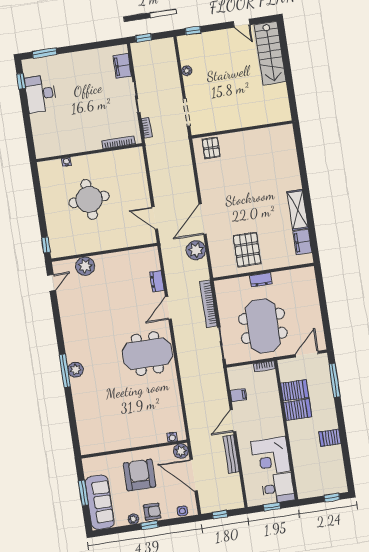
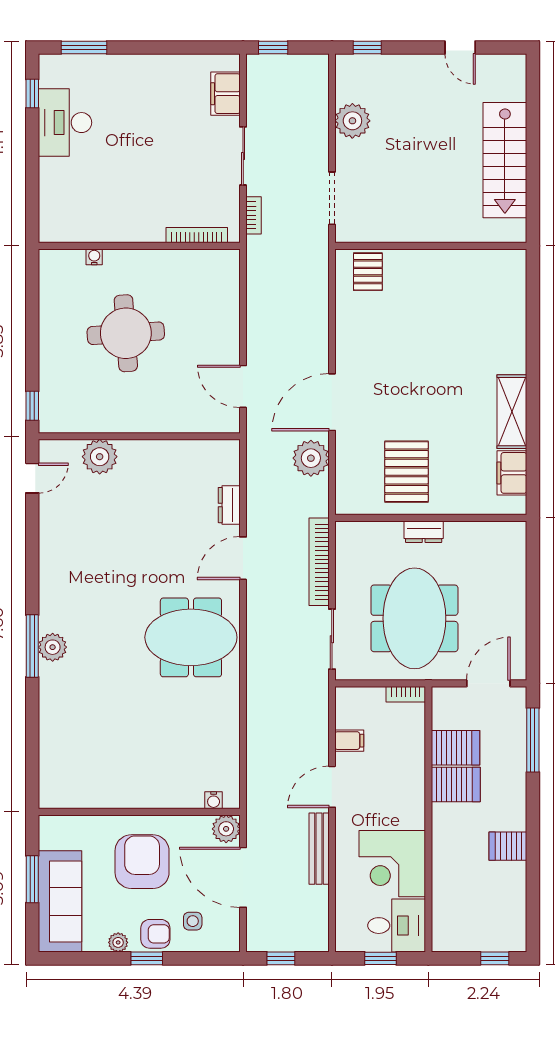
stairs: (270, 53) -> (505, 160), moved
plant: (187, 71) -> (352, 121), width x1.87, depth x1.87
side table: (182, 511) -> (193, 921), moved

